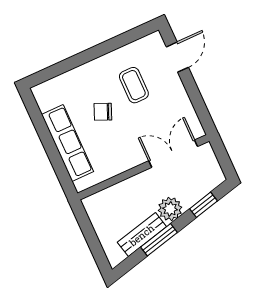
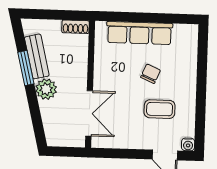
water cooler: (155, 39) -> (188, 144), added
window: (204, 205) -> (36, 118), removed
shoe rack: (93, 210) -> (76, 27), added

